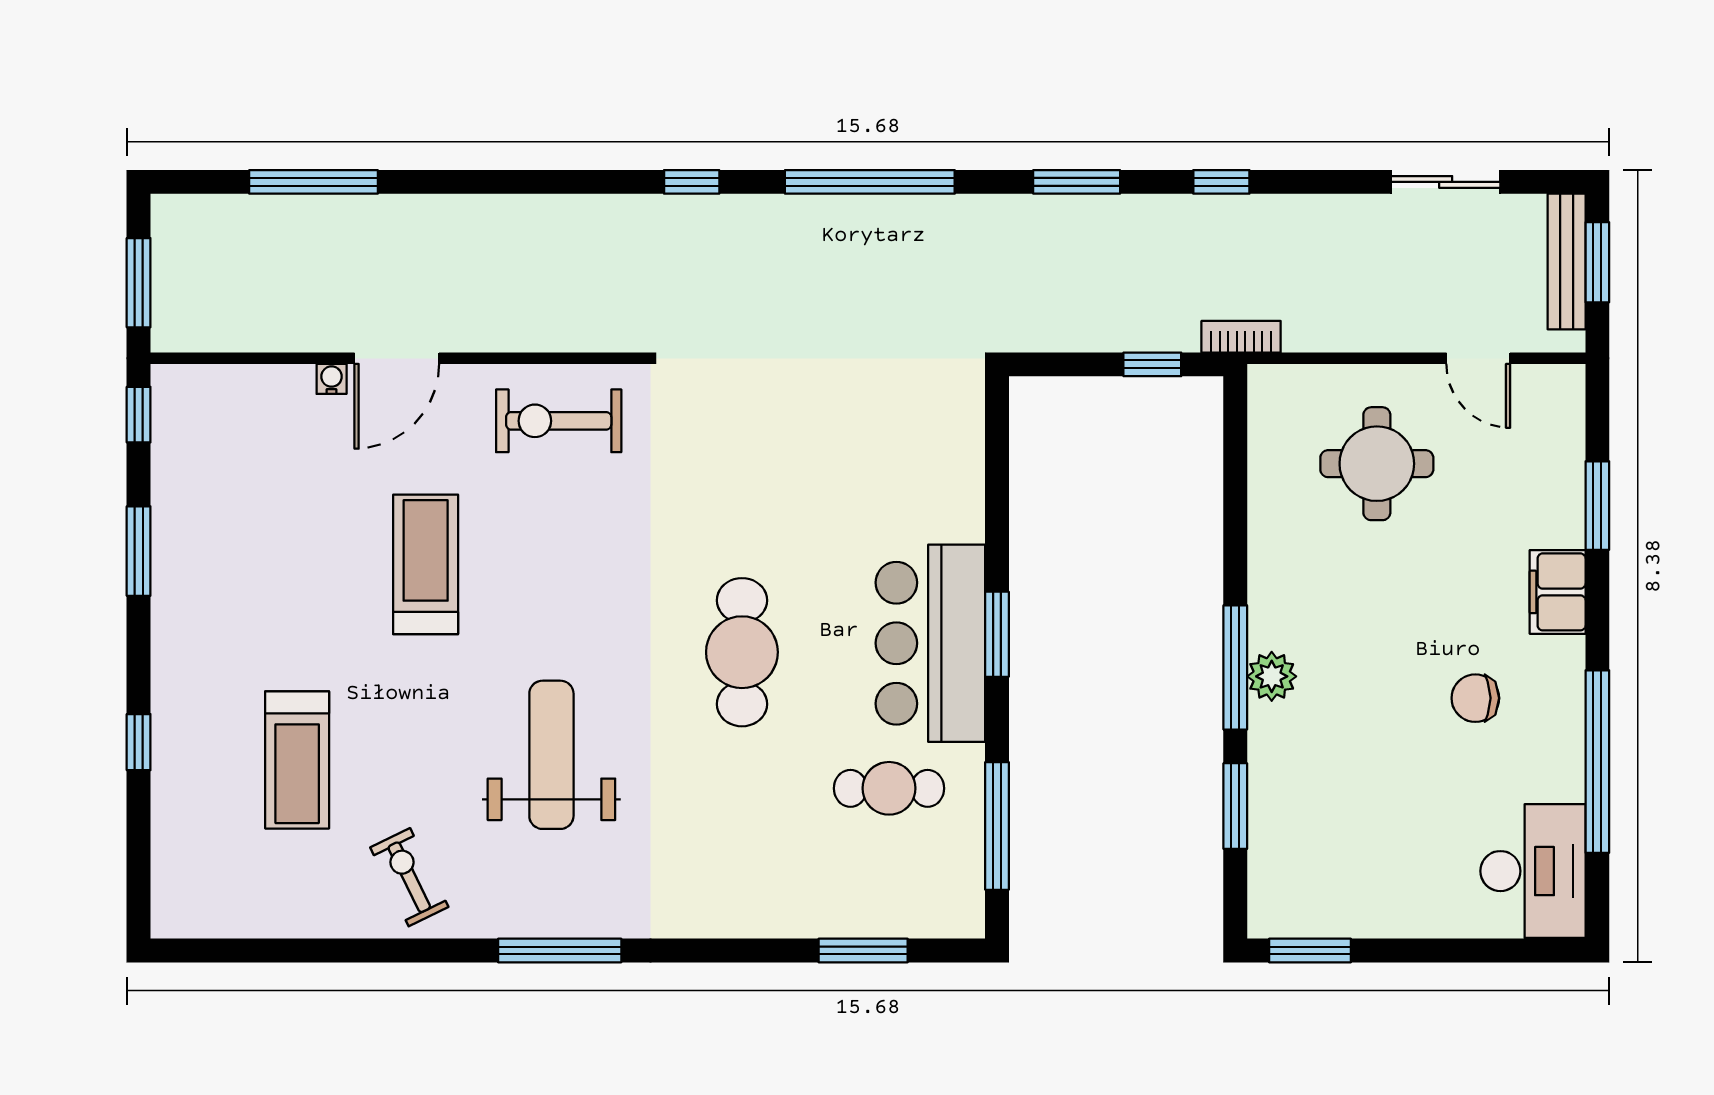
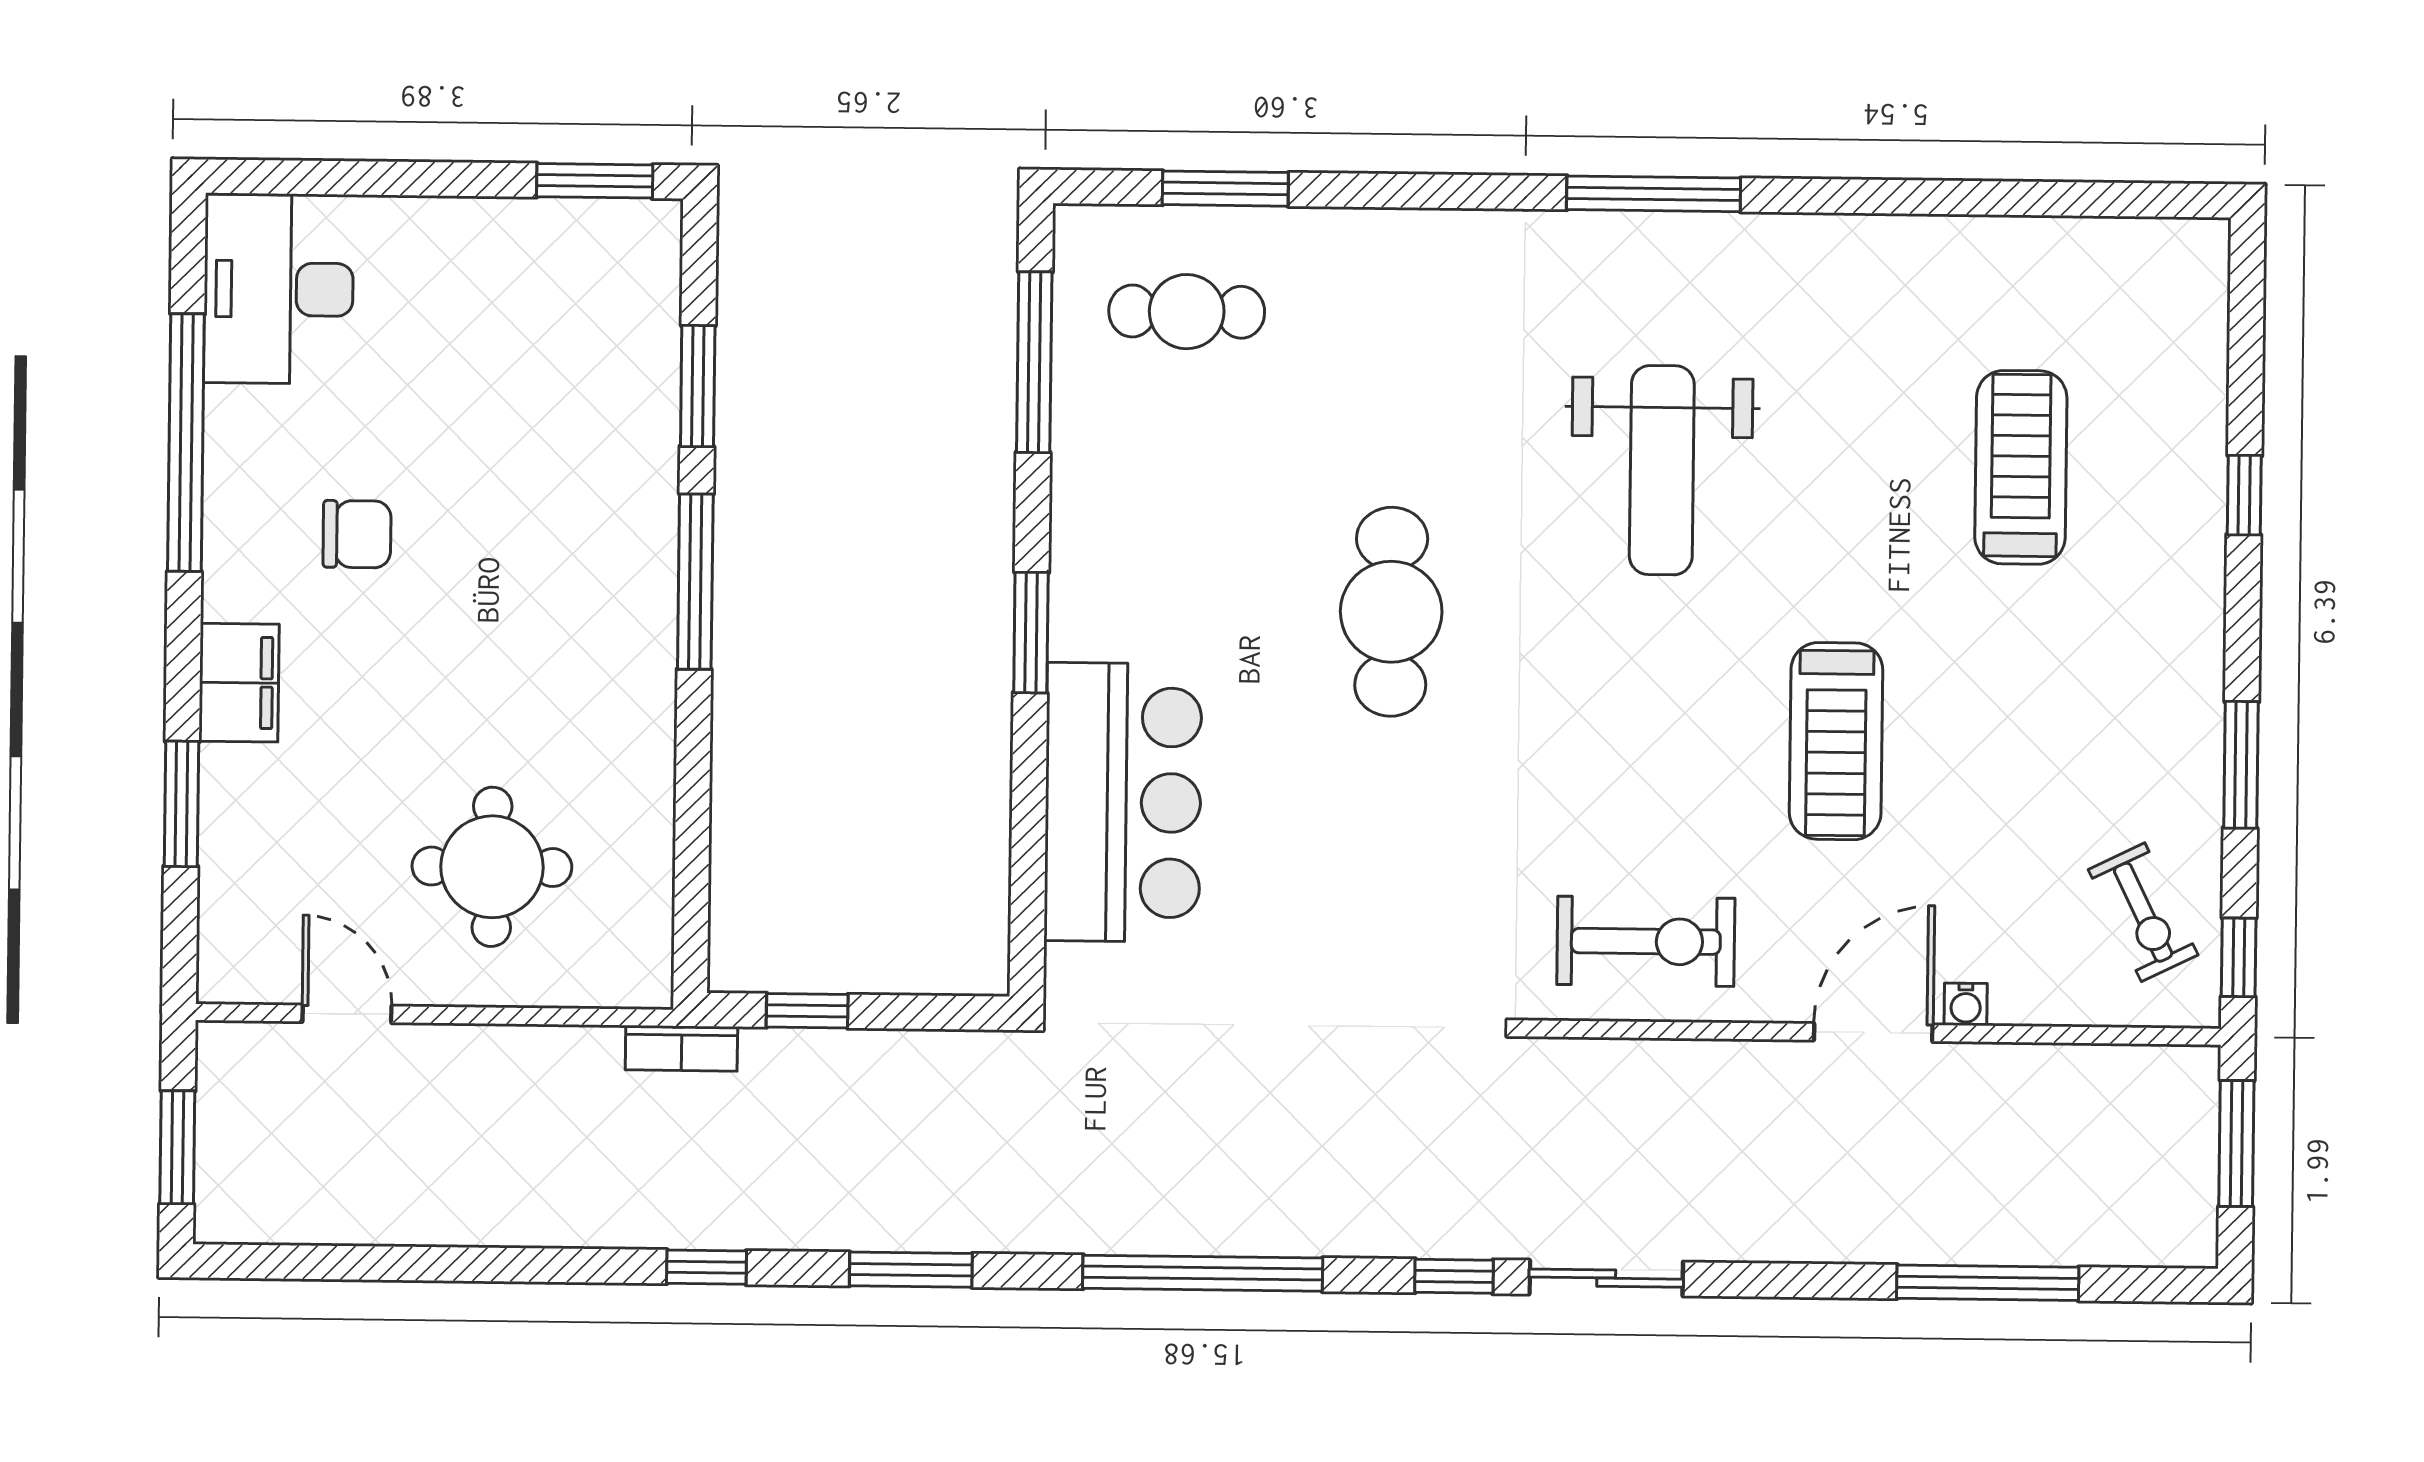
sliding door: (1446, 182) -> (1606, 1278), moved
bench: (1567, 261) -> (221, 1149), removed
bar counter: (930, 643) -> (1123, 802), moved
plant: (1272, 676) -> (644, 568), removed
cafe table: (889, 788) -> (1187, 312), moved
exercise bike: (409, 877) -> (2143, 912), moved

